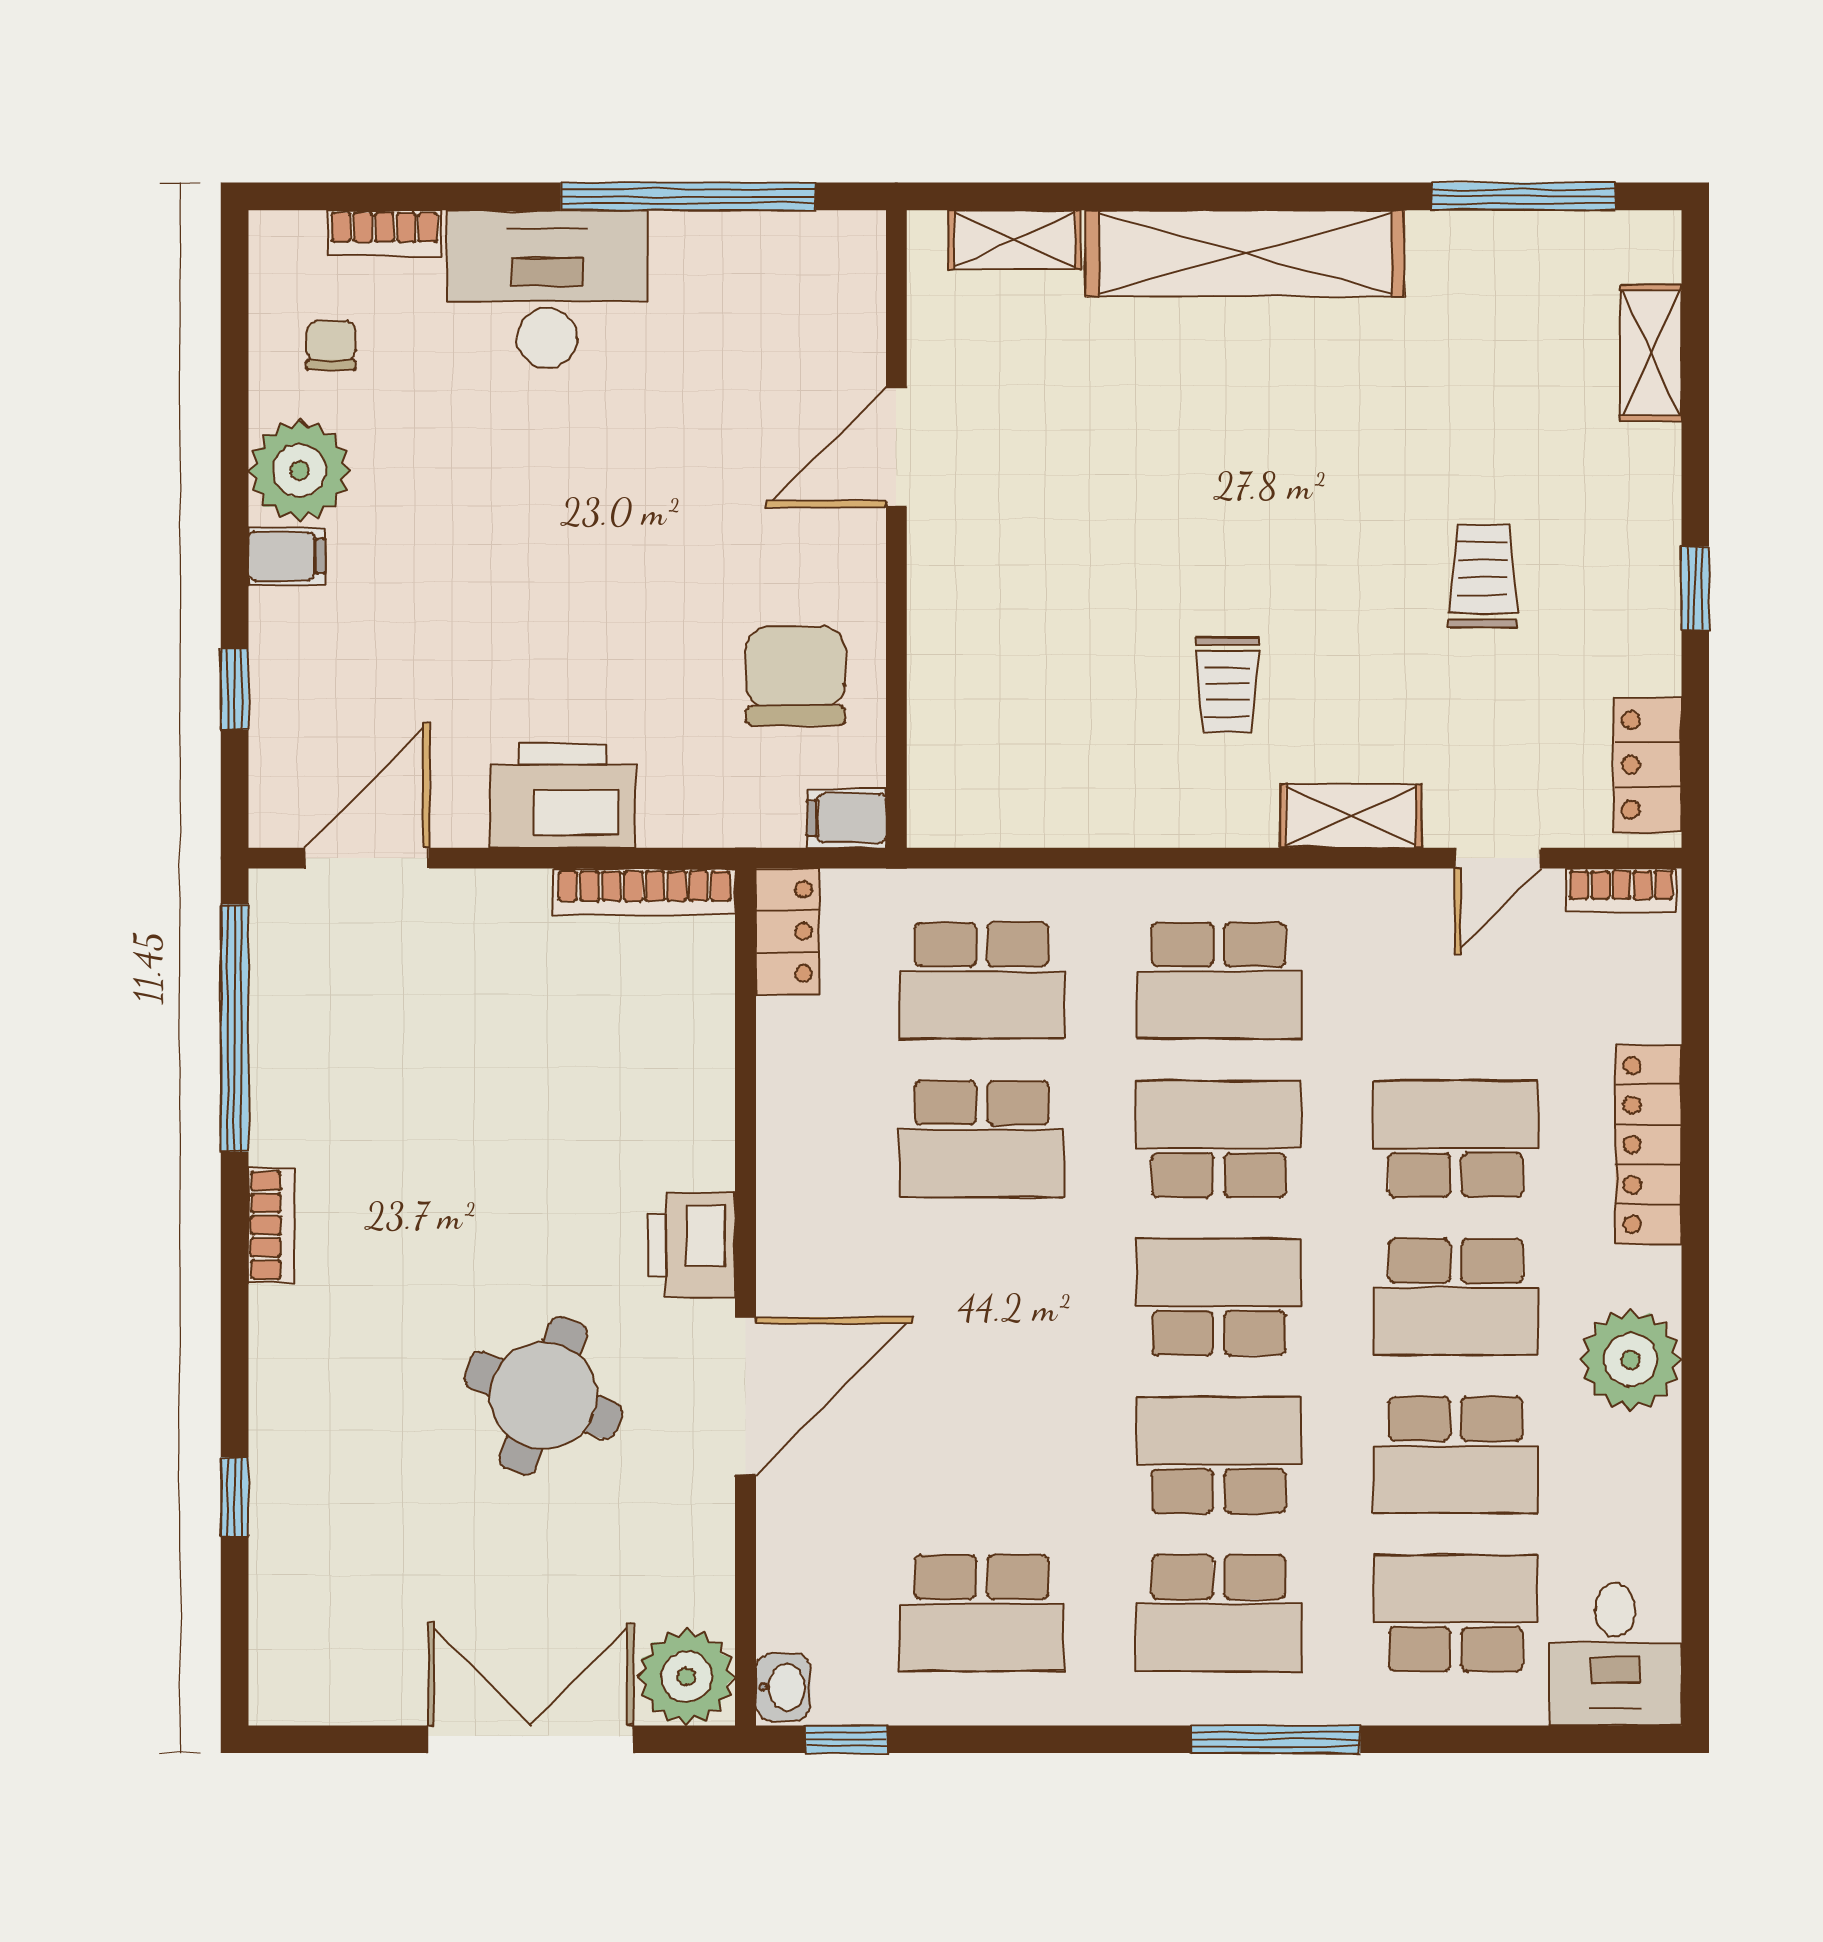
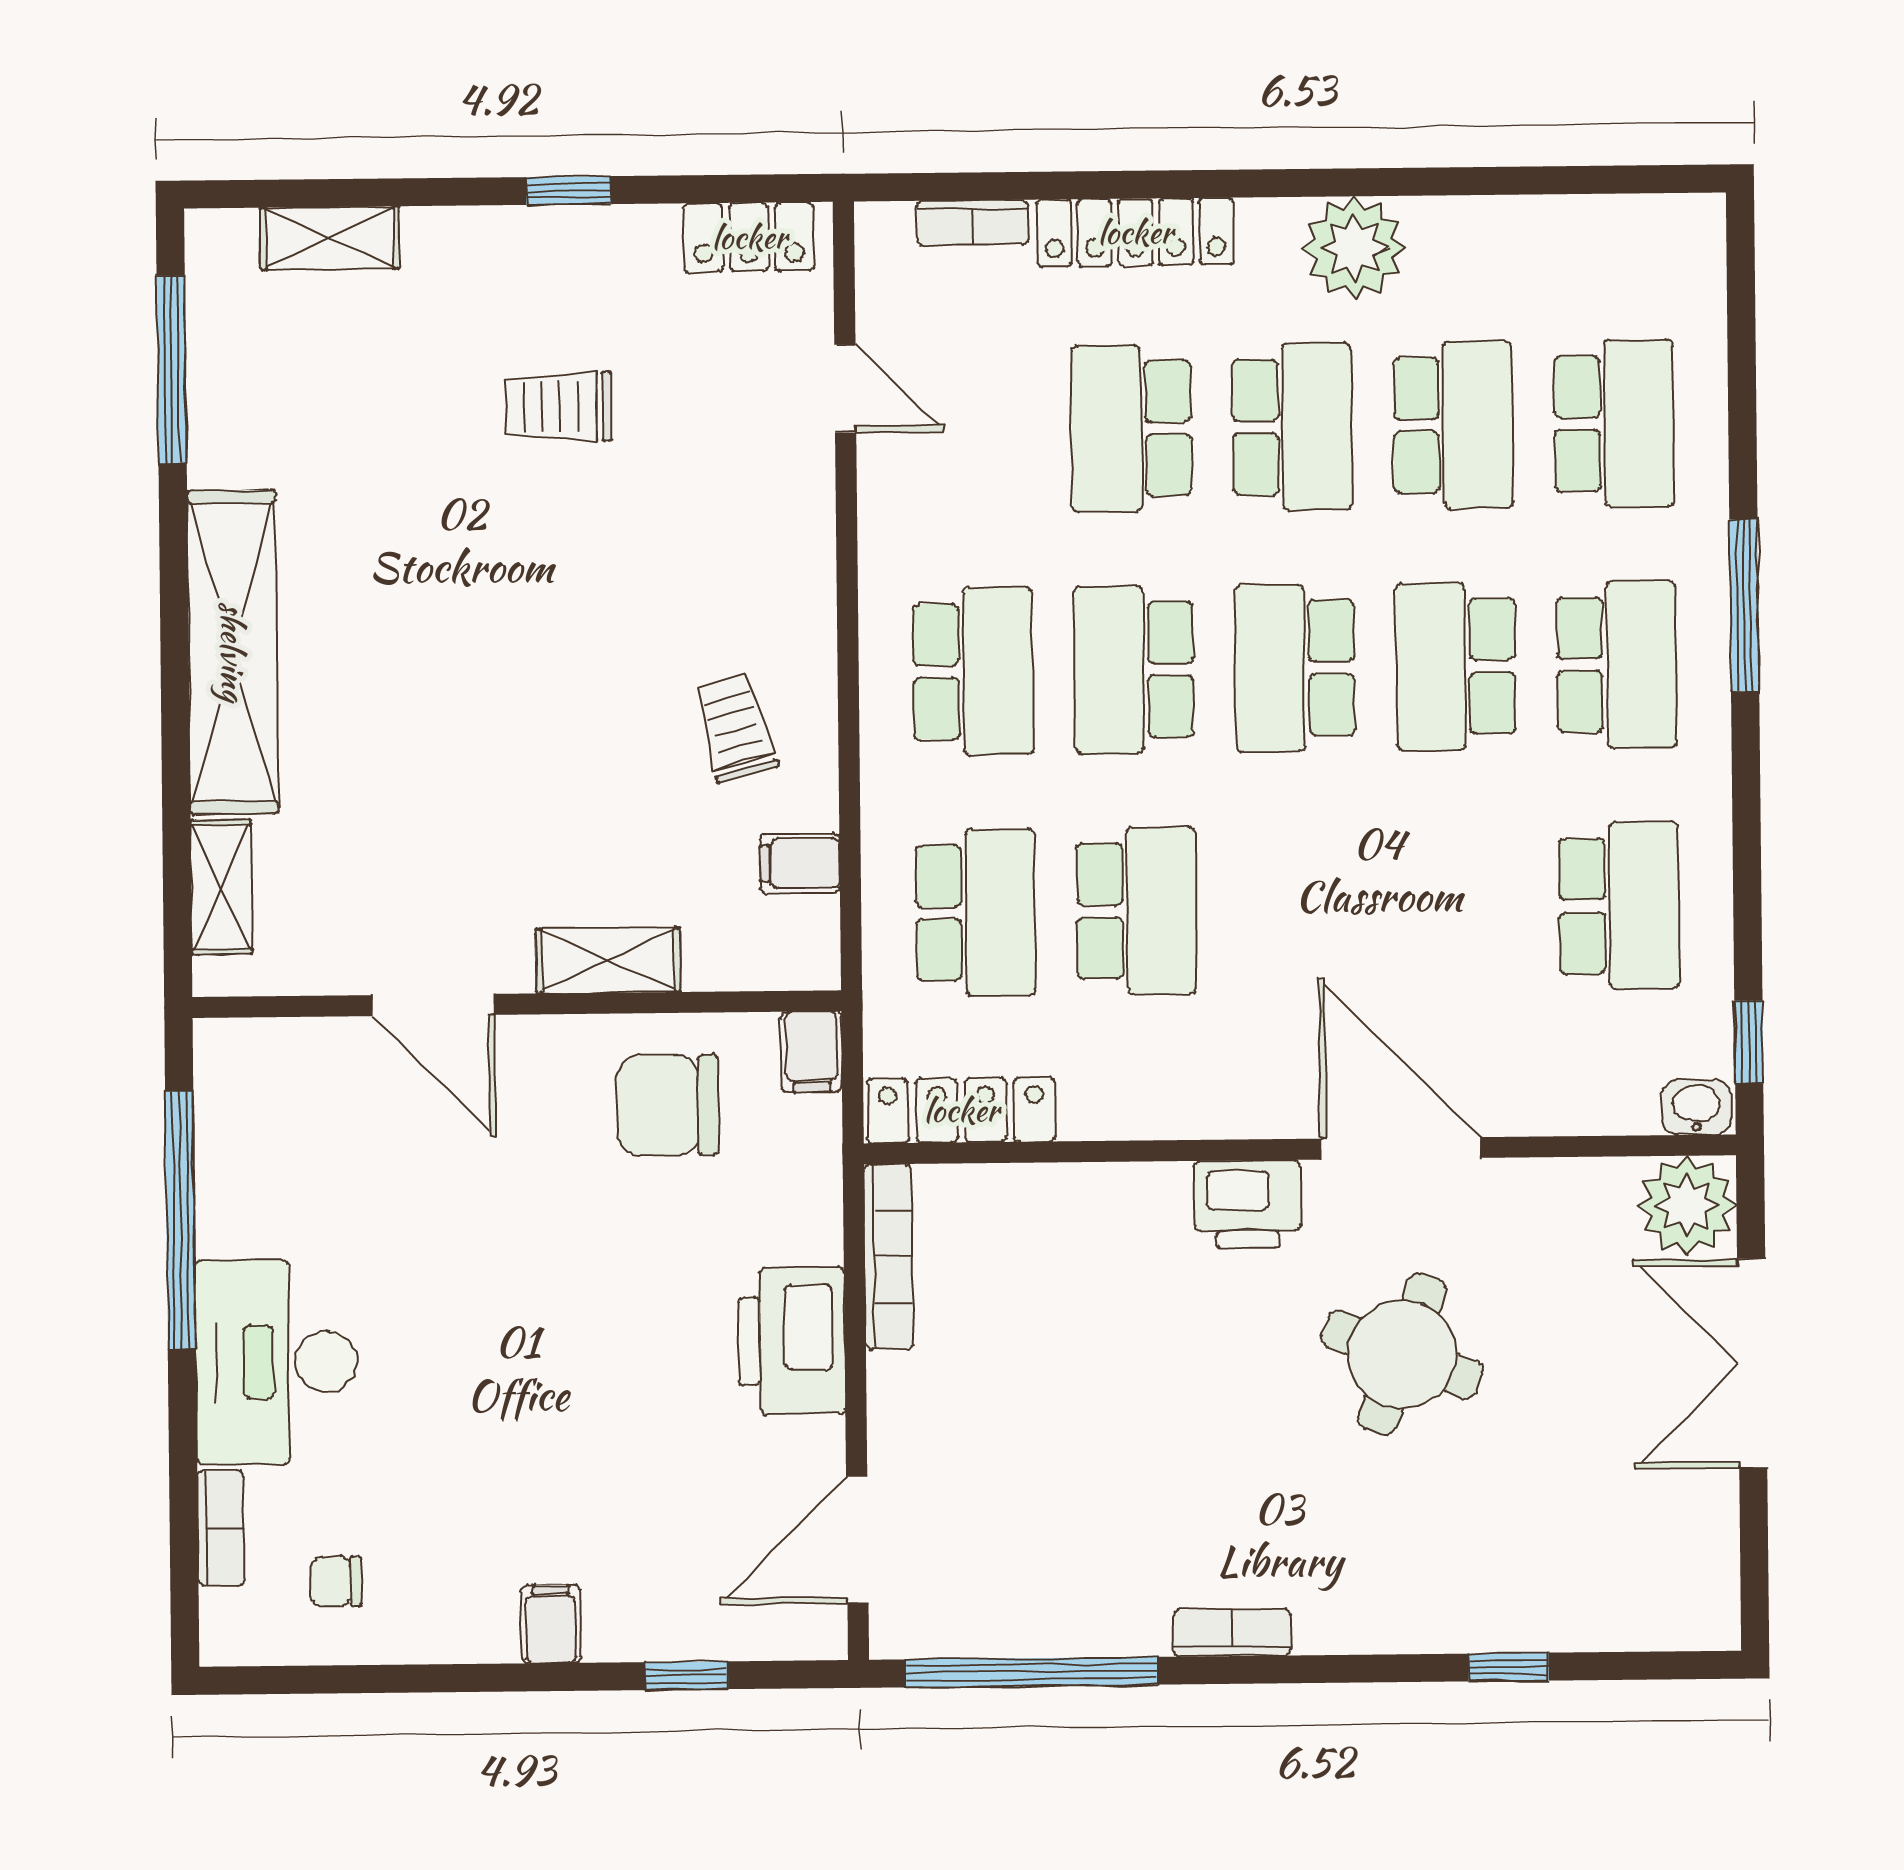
plant: (300, 471) -> (464, 1612), removed
trolley: (1228, 685) -> (735, 728), moved, turned -105
filing cabinet: (1032, 809) -> (800, 863), added
shelving: (1351, 816) -> (608, 960), moved, turned 90
door: (367, 858) -> (857, 1540), hinge flipped
bookcase: (1621, 890) -> (973, 223), moved, turned 90
locker: (788, 931) -> (961, 1110), width x1.53
school desk: (1456, 1613) -> (1614, 423), turned 180
desk: (1615, 1654) -> (1654, 261), removed

